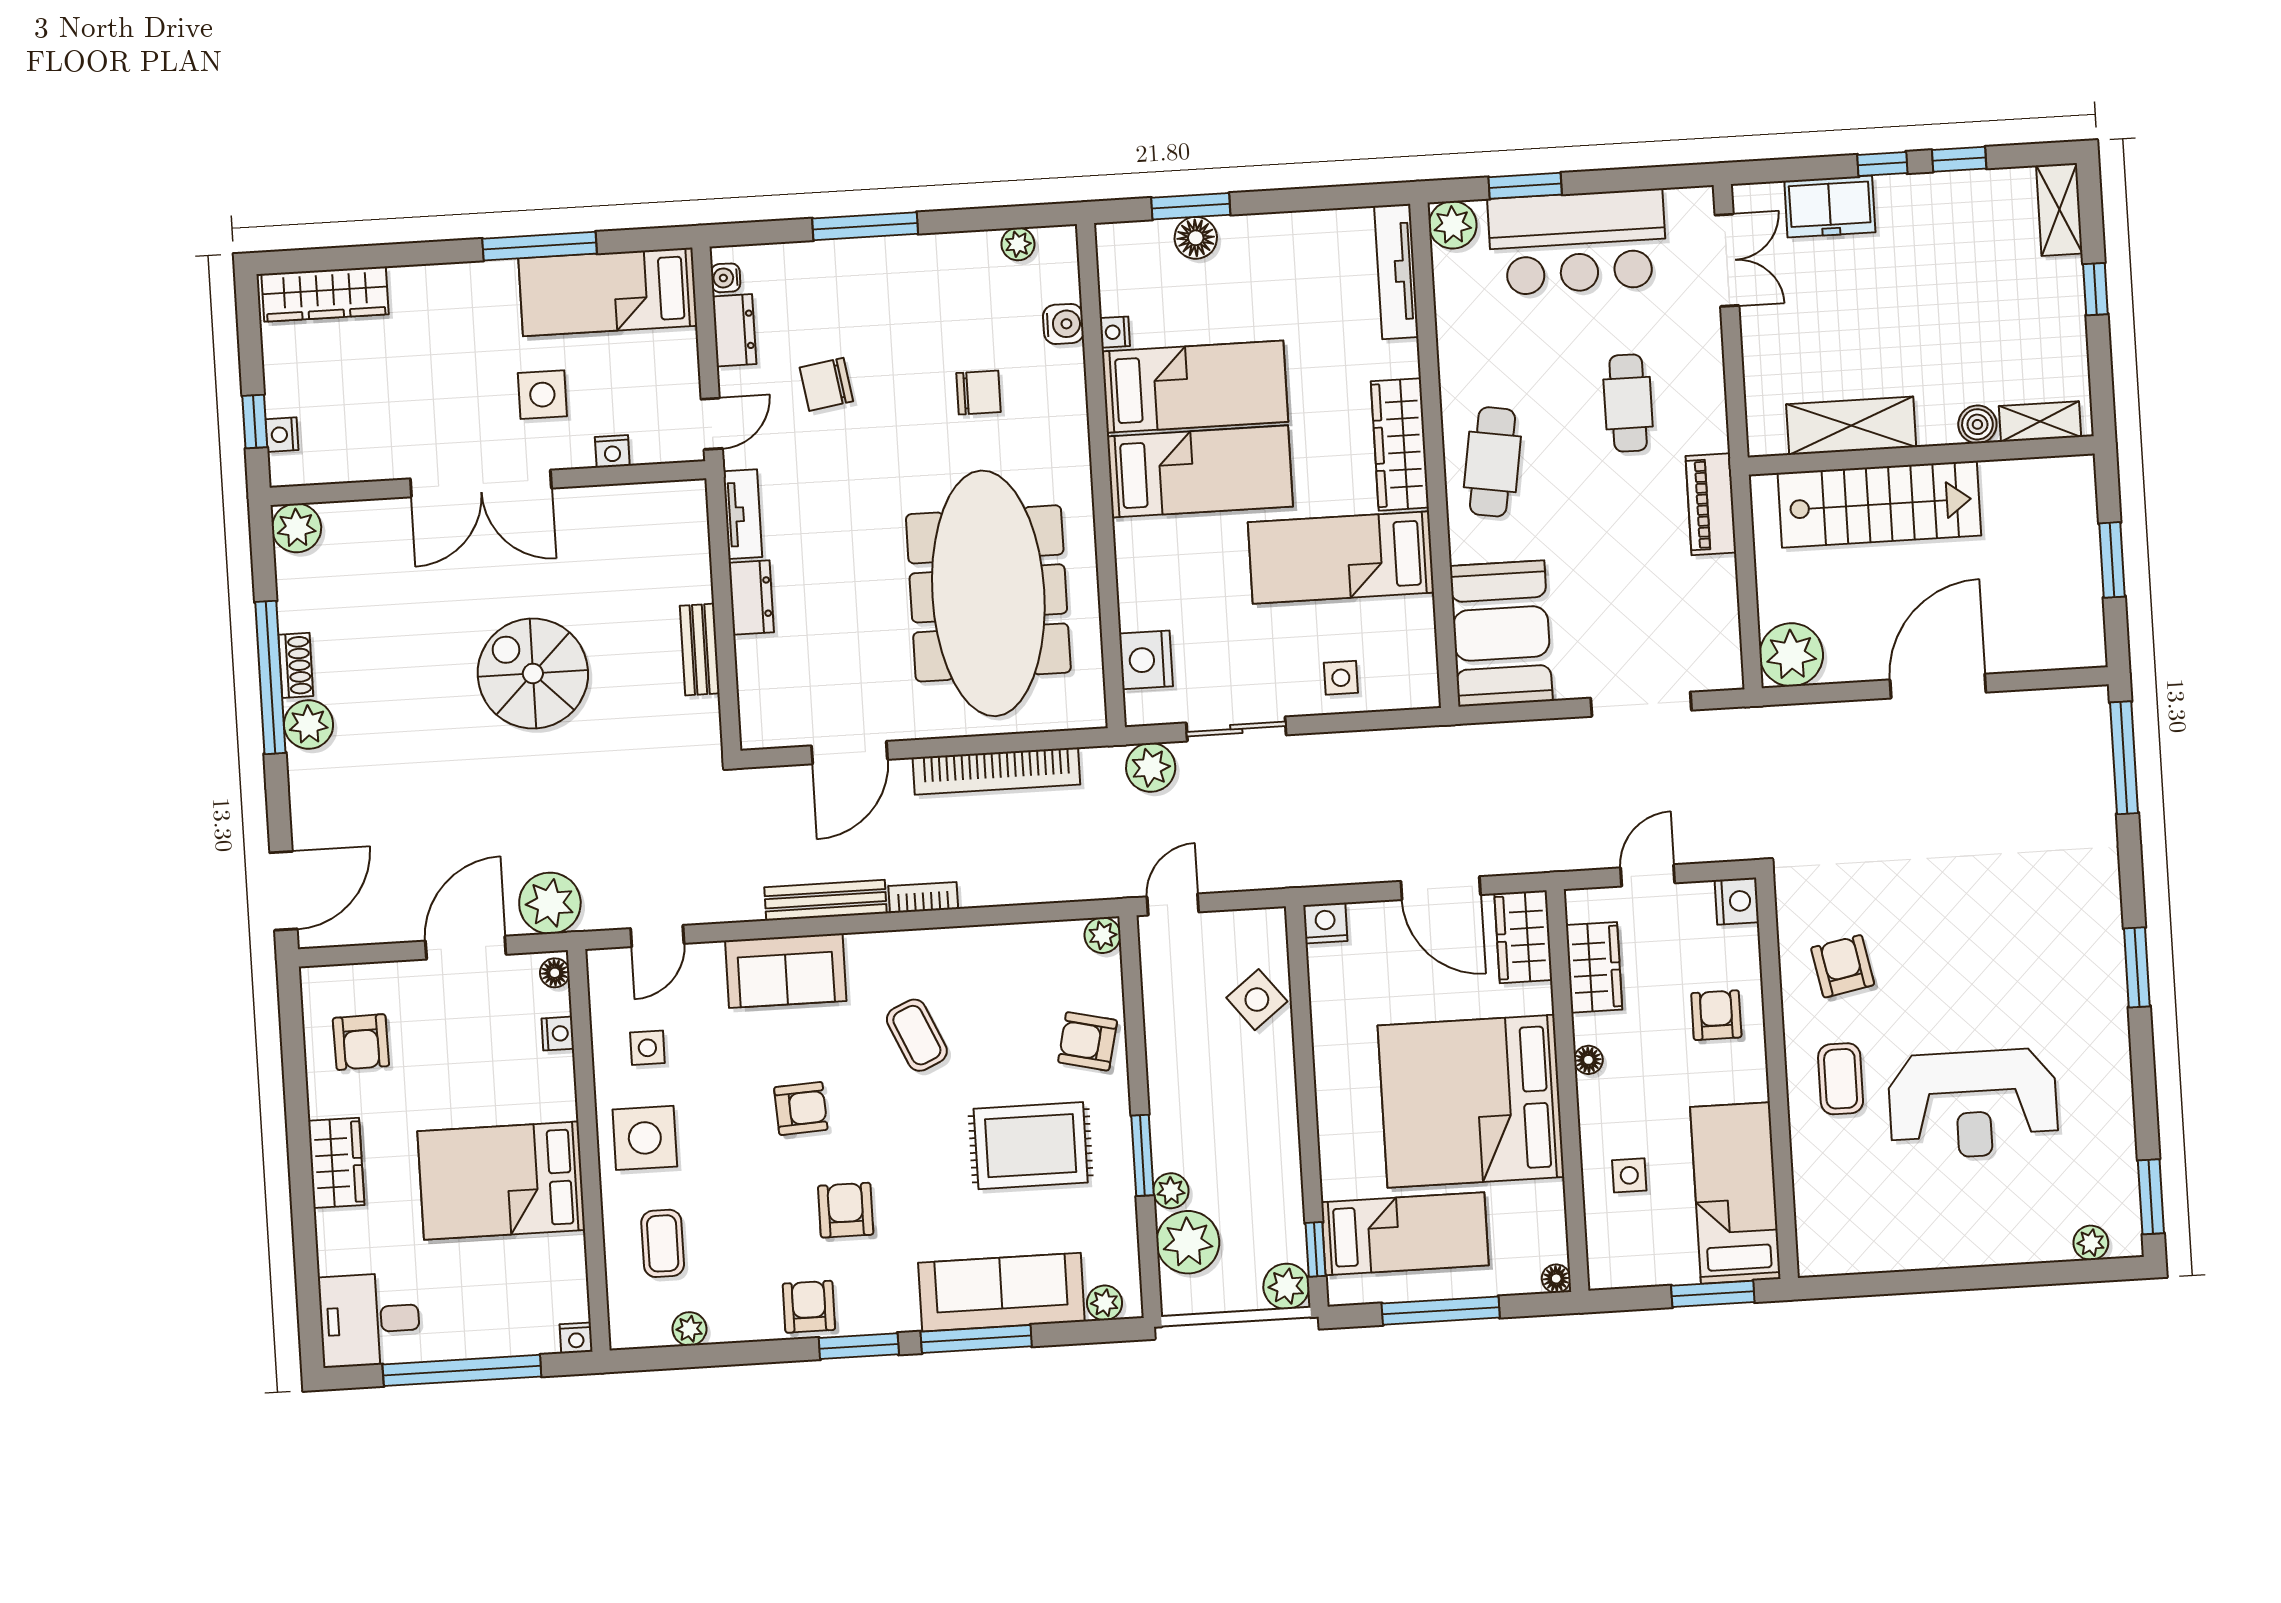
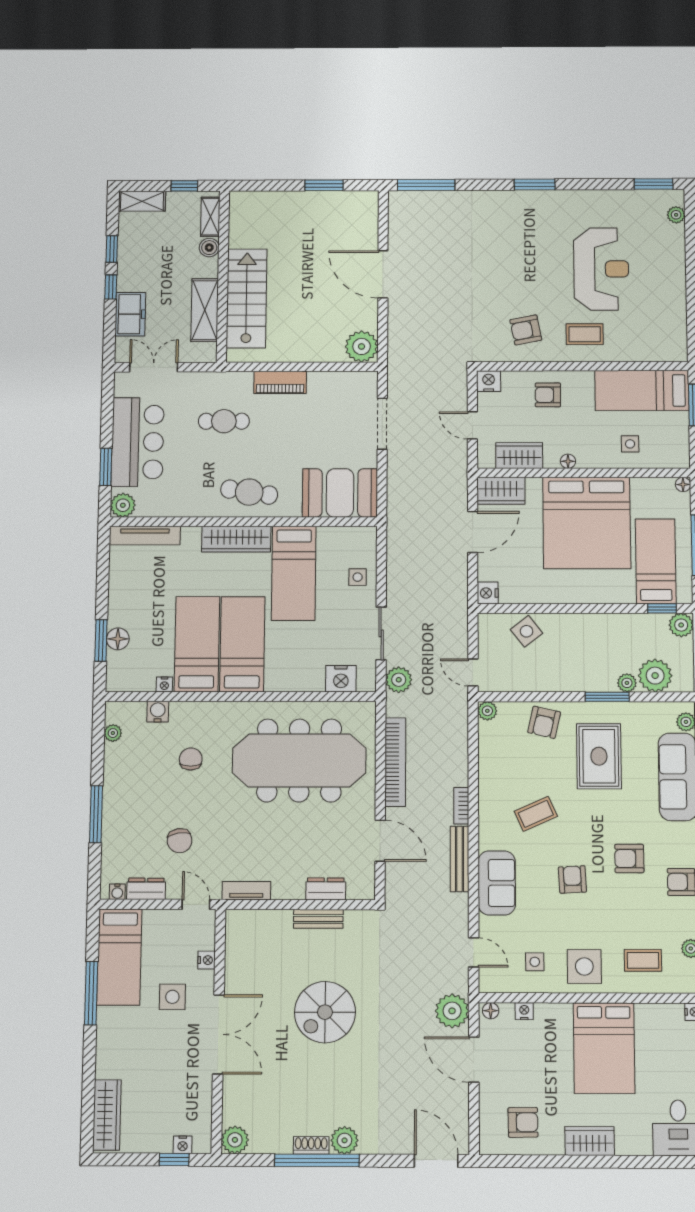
shelving: (2040, 422) -> (210, 217), moved
boiler: (1977, 424) -> (209, 248), moved
shelving: (1851, 426) -> (205, 310), moved
wall: (1921, 455) -> (223, 276), moved
stairs: (1879, 504) -> (247, 298), moved
dresser: (751, 598) -> (326, 889), moved

